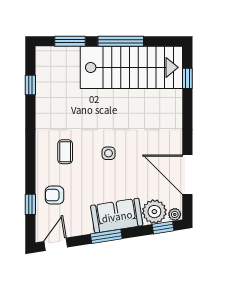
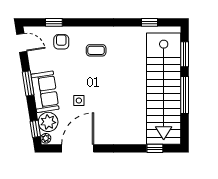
stairs: (131, 67) -> (164, 89), width x1.36
side table: (109, 153) -> (79, 101), moved

